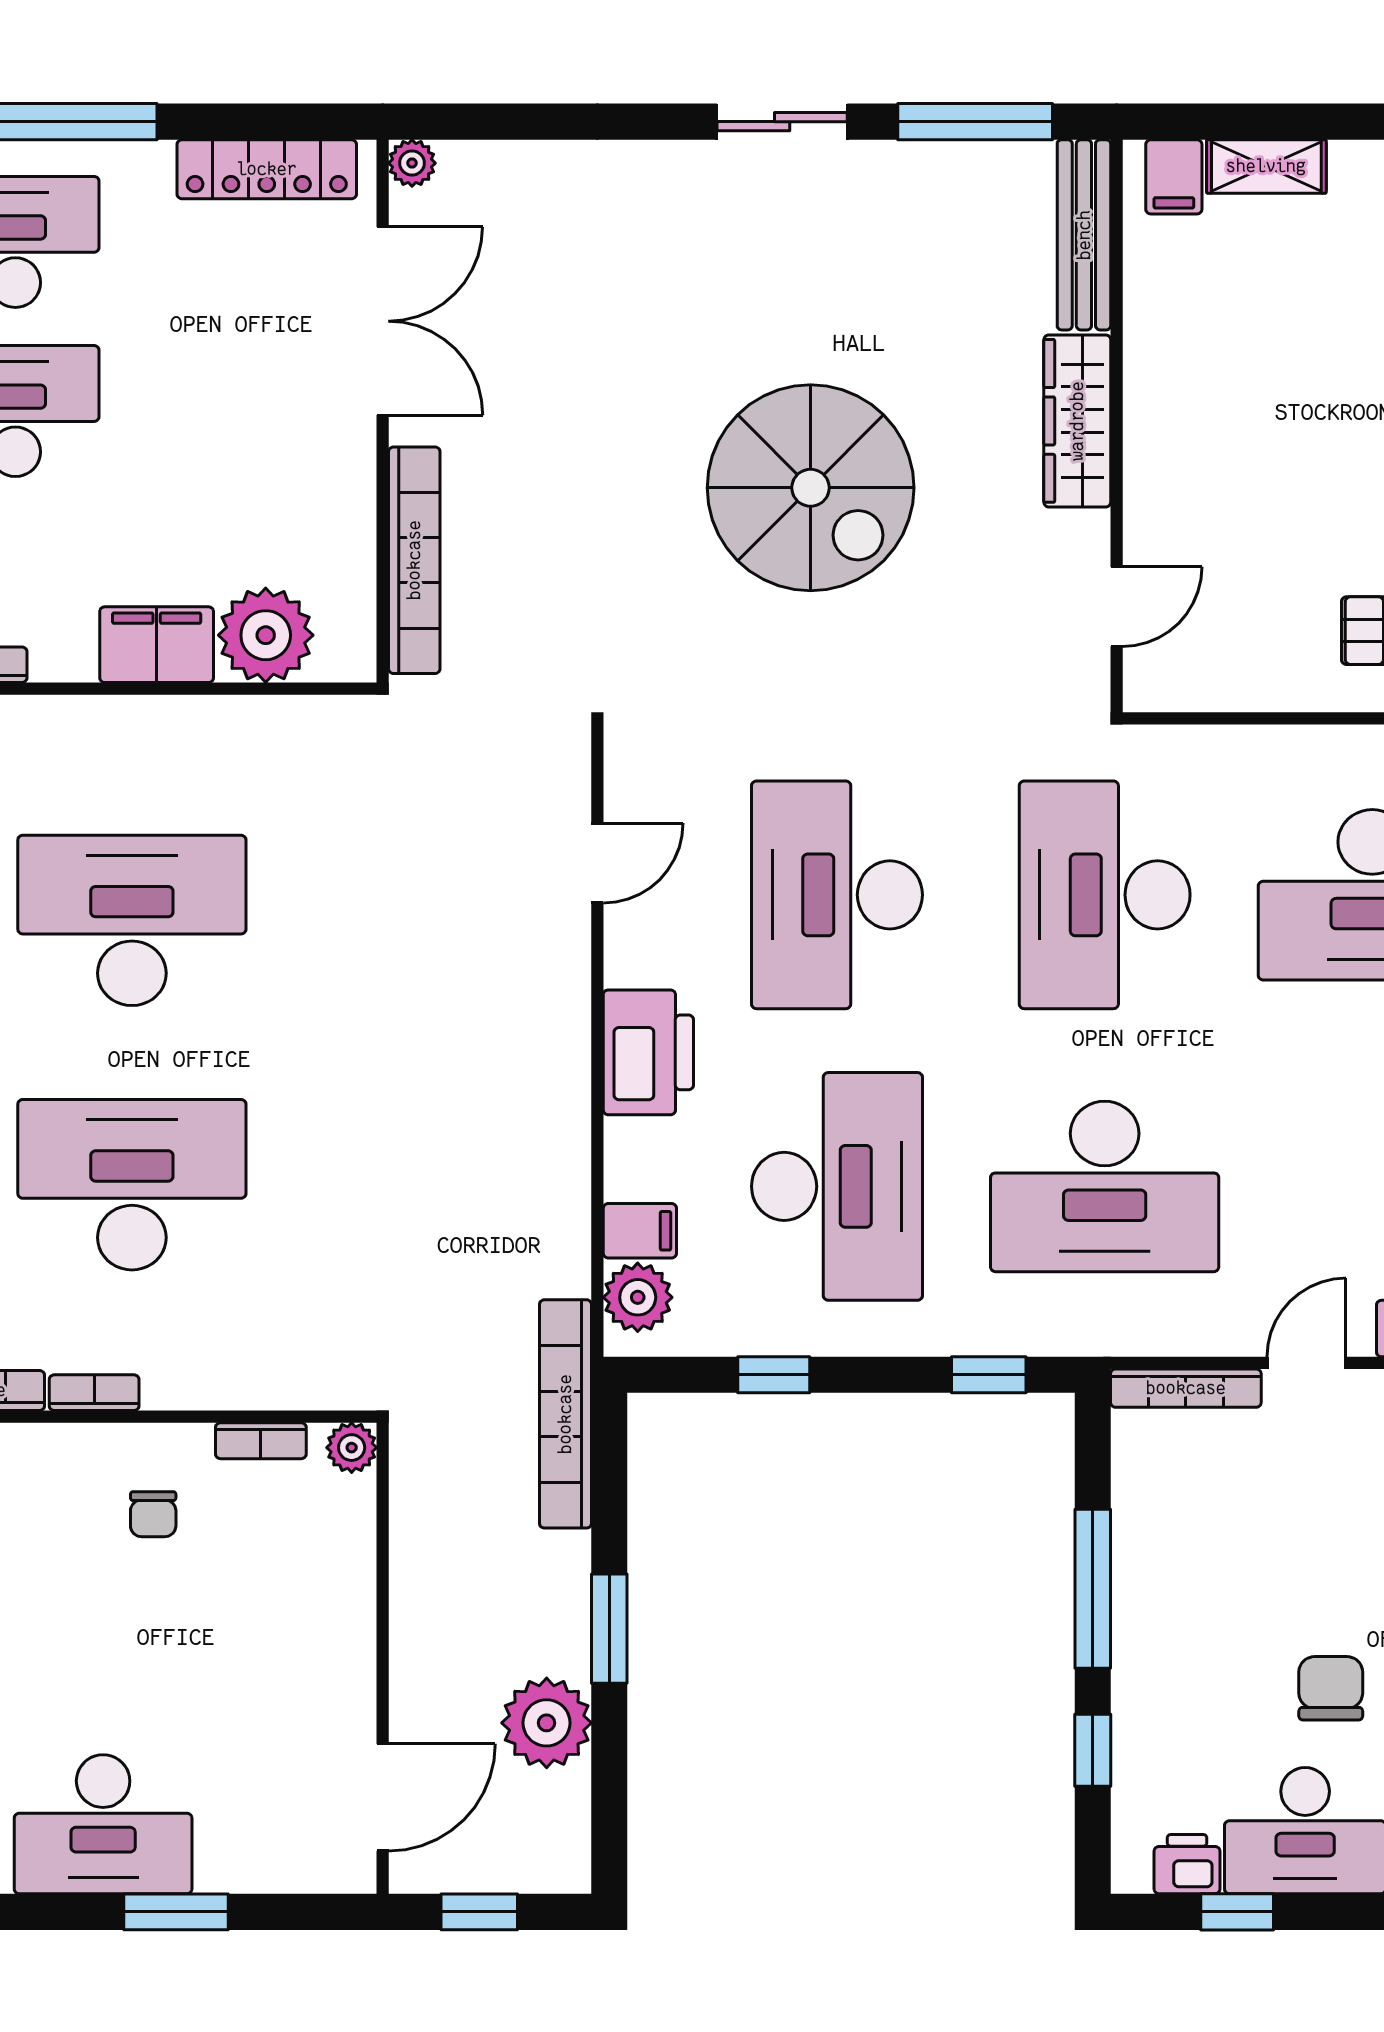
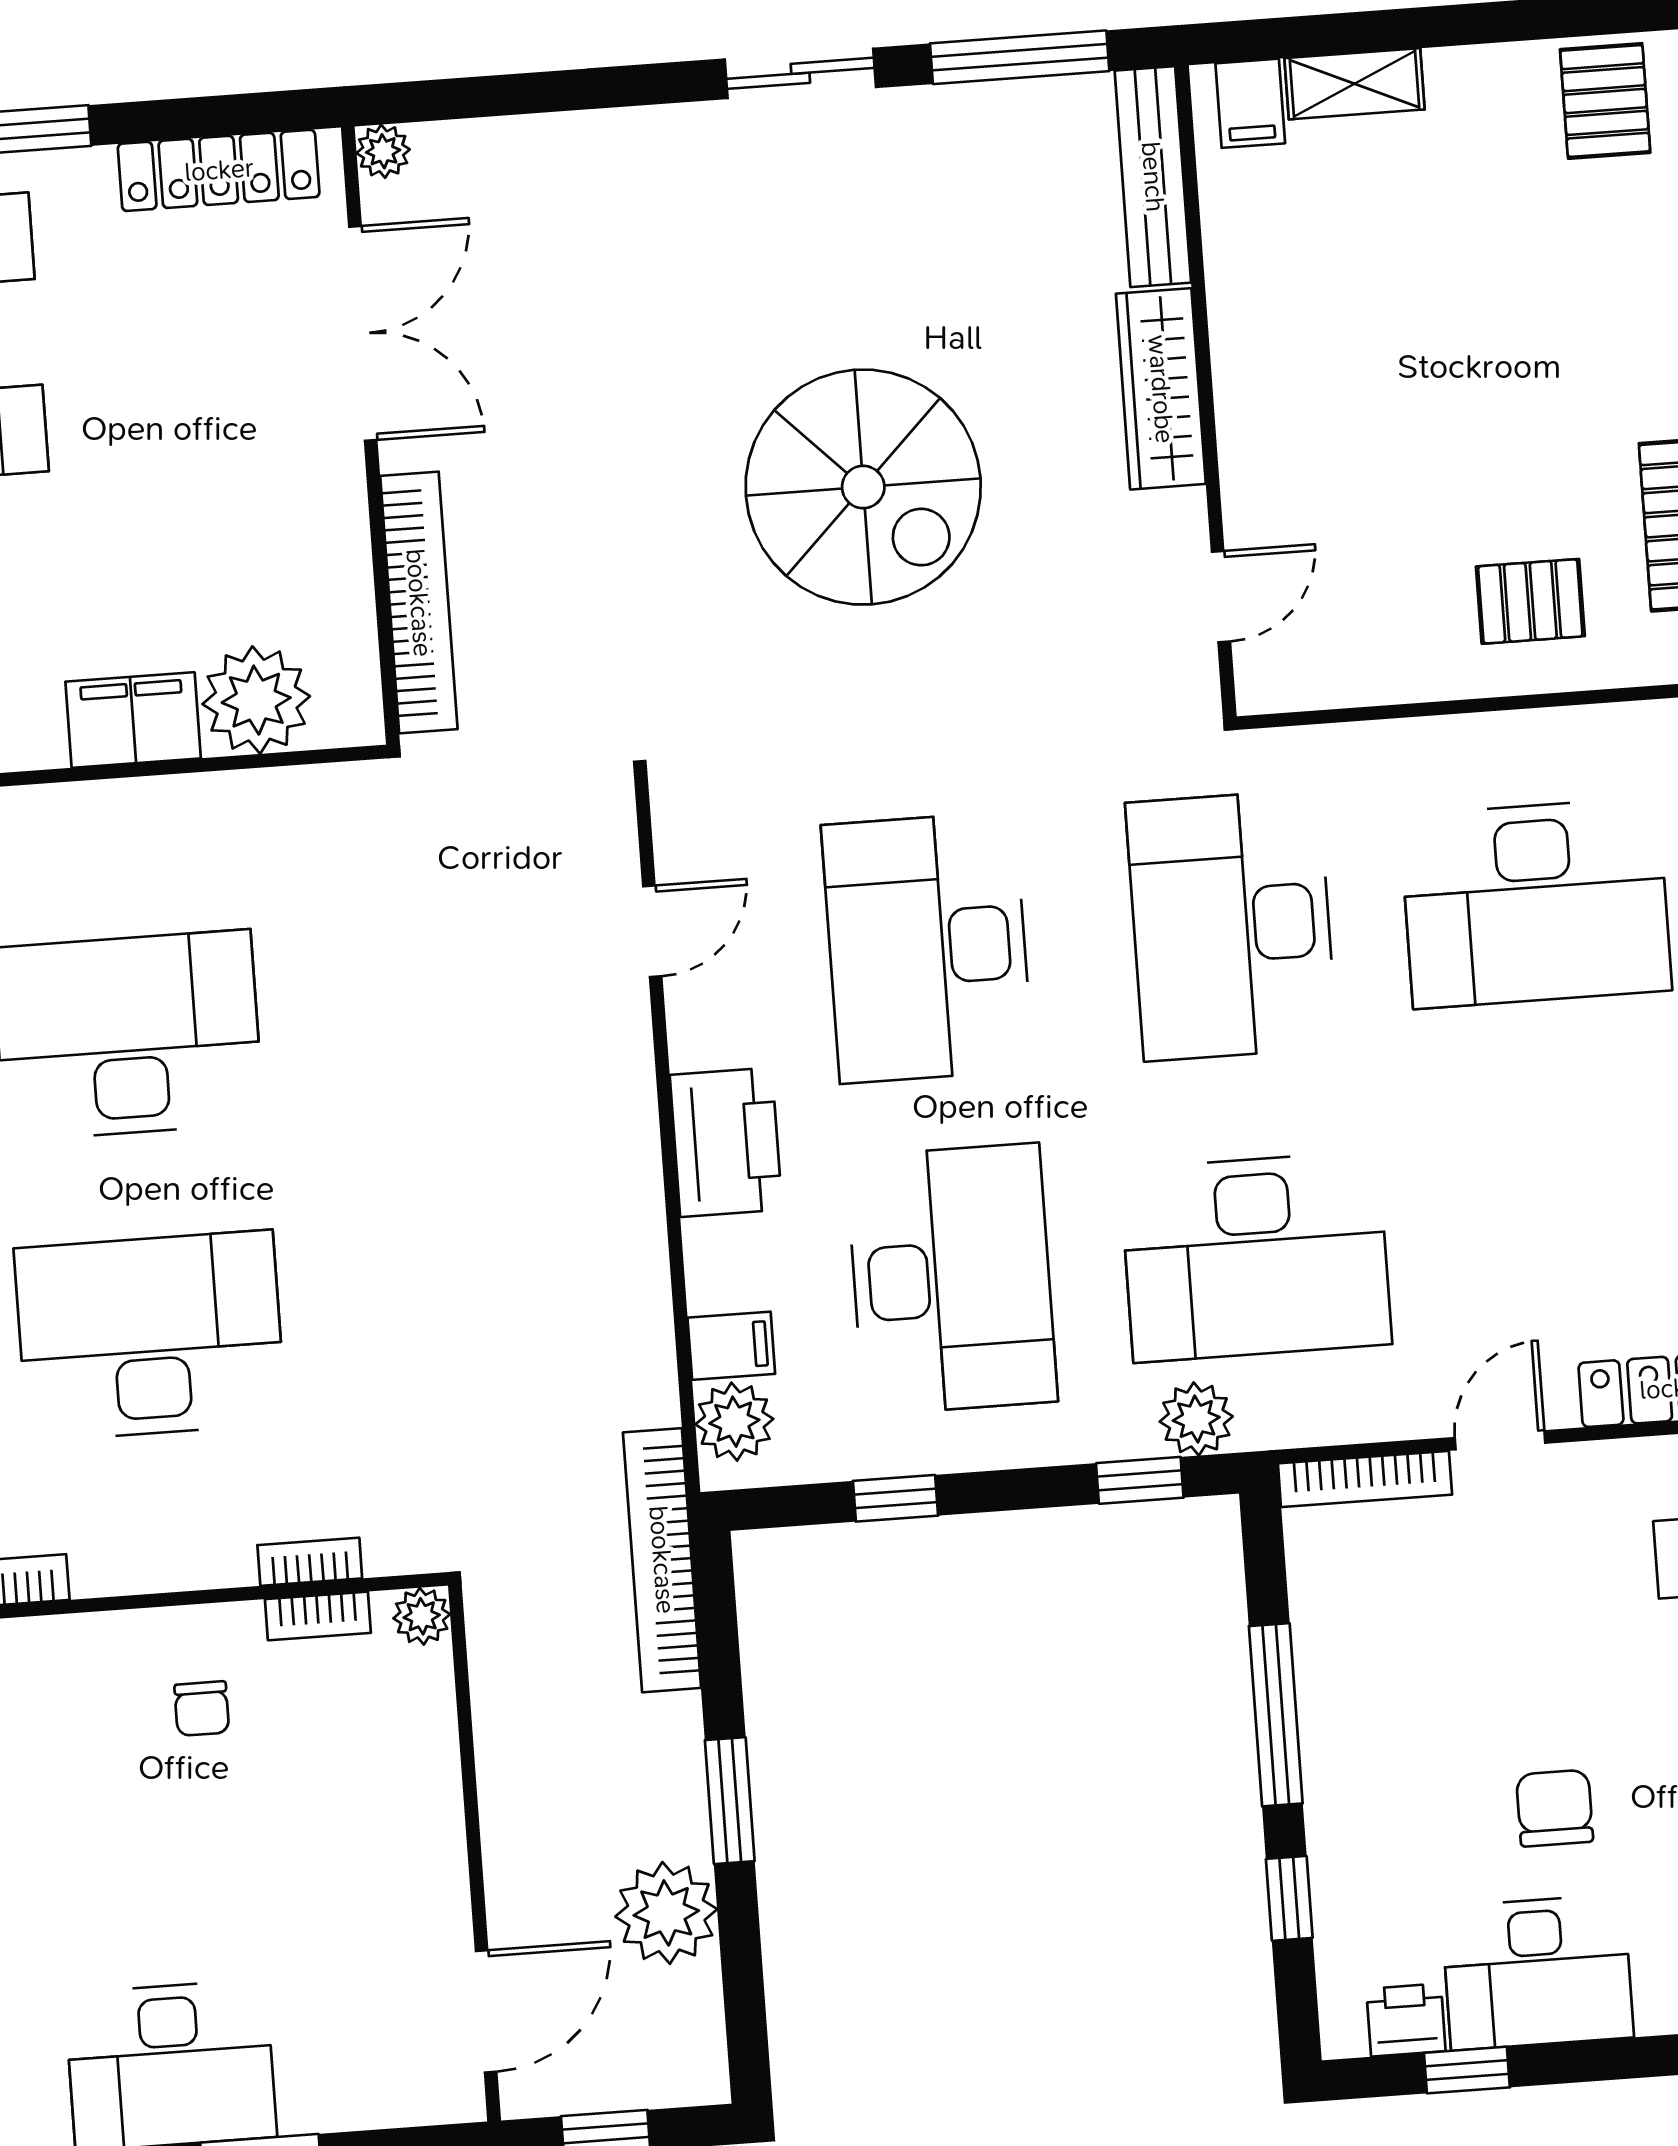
plant: (1042, 1325) -> (1196, 1419), added
bookcase: (94, 1393) -> (310, 1562), moved

